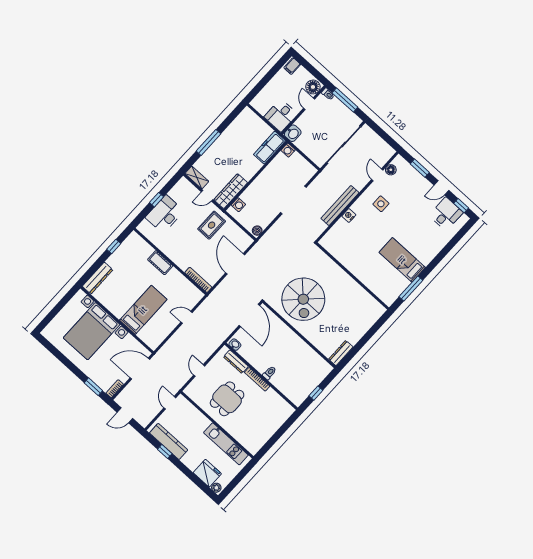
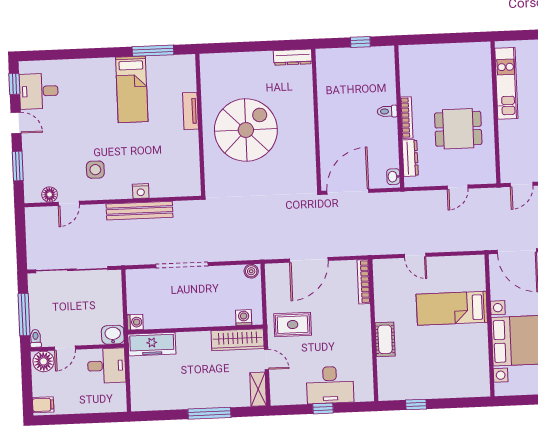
dresser: (98, 278) -> (466, 389), removed
tv unit: (364, 278) -> (191, 111), added
spiral stairs: (303, 299) -> (246, 130), moved

